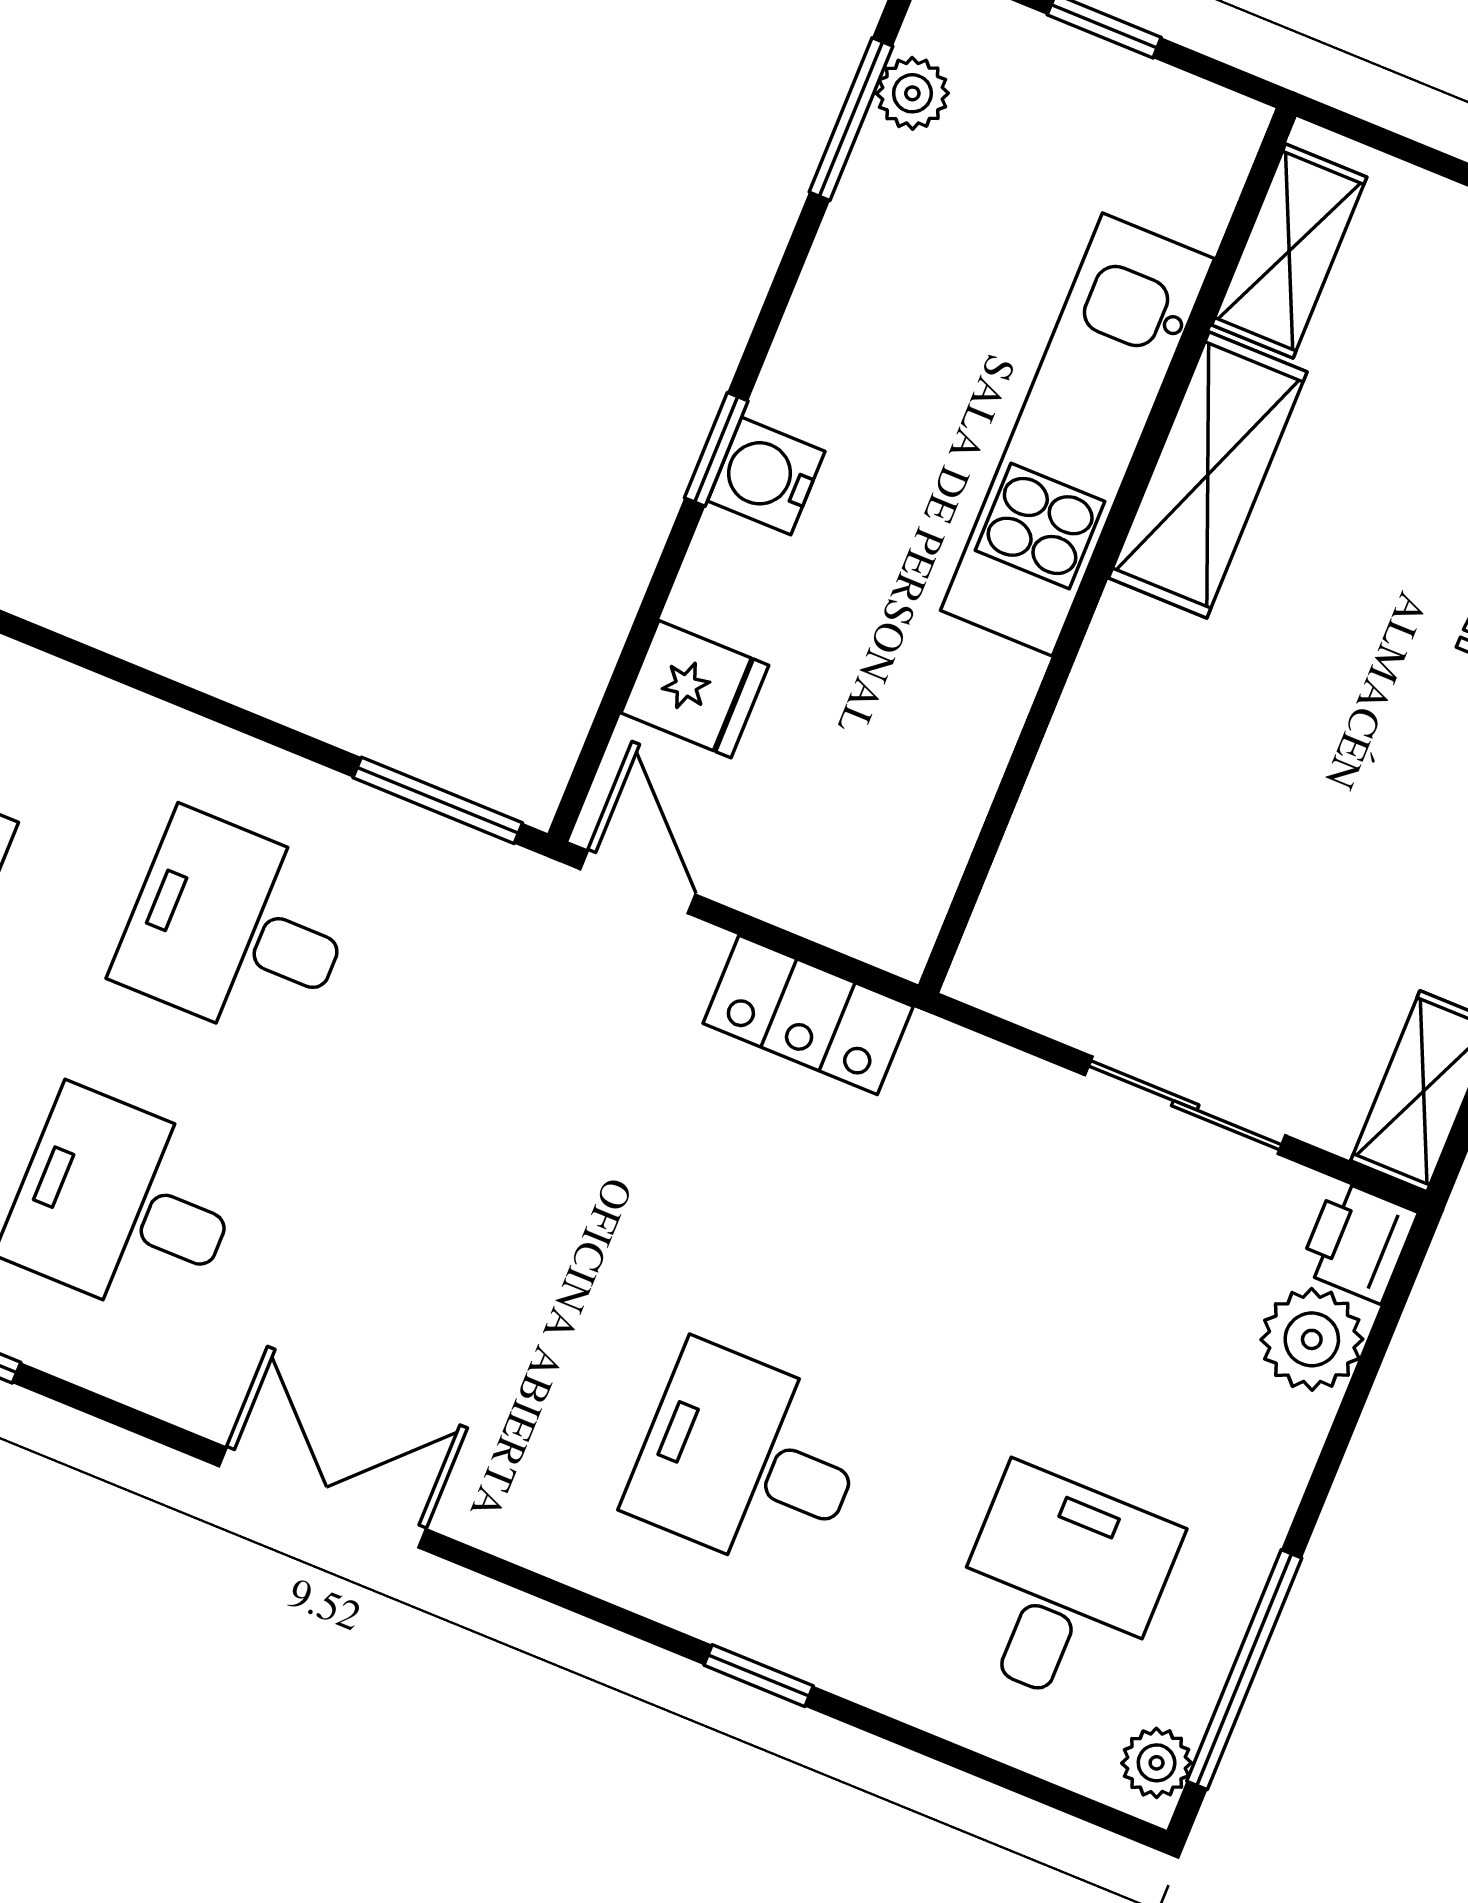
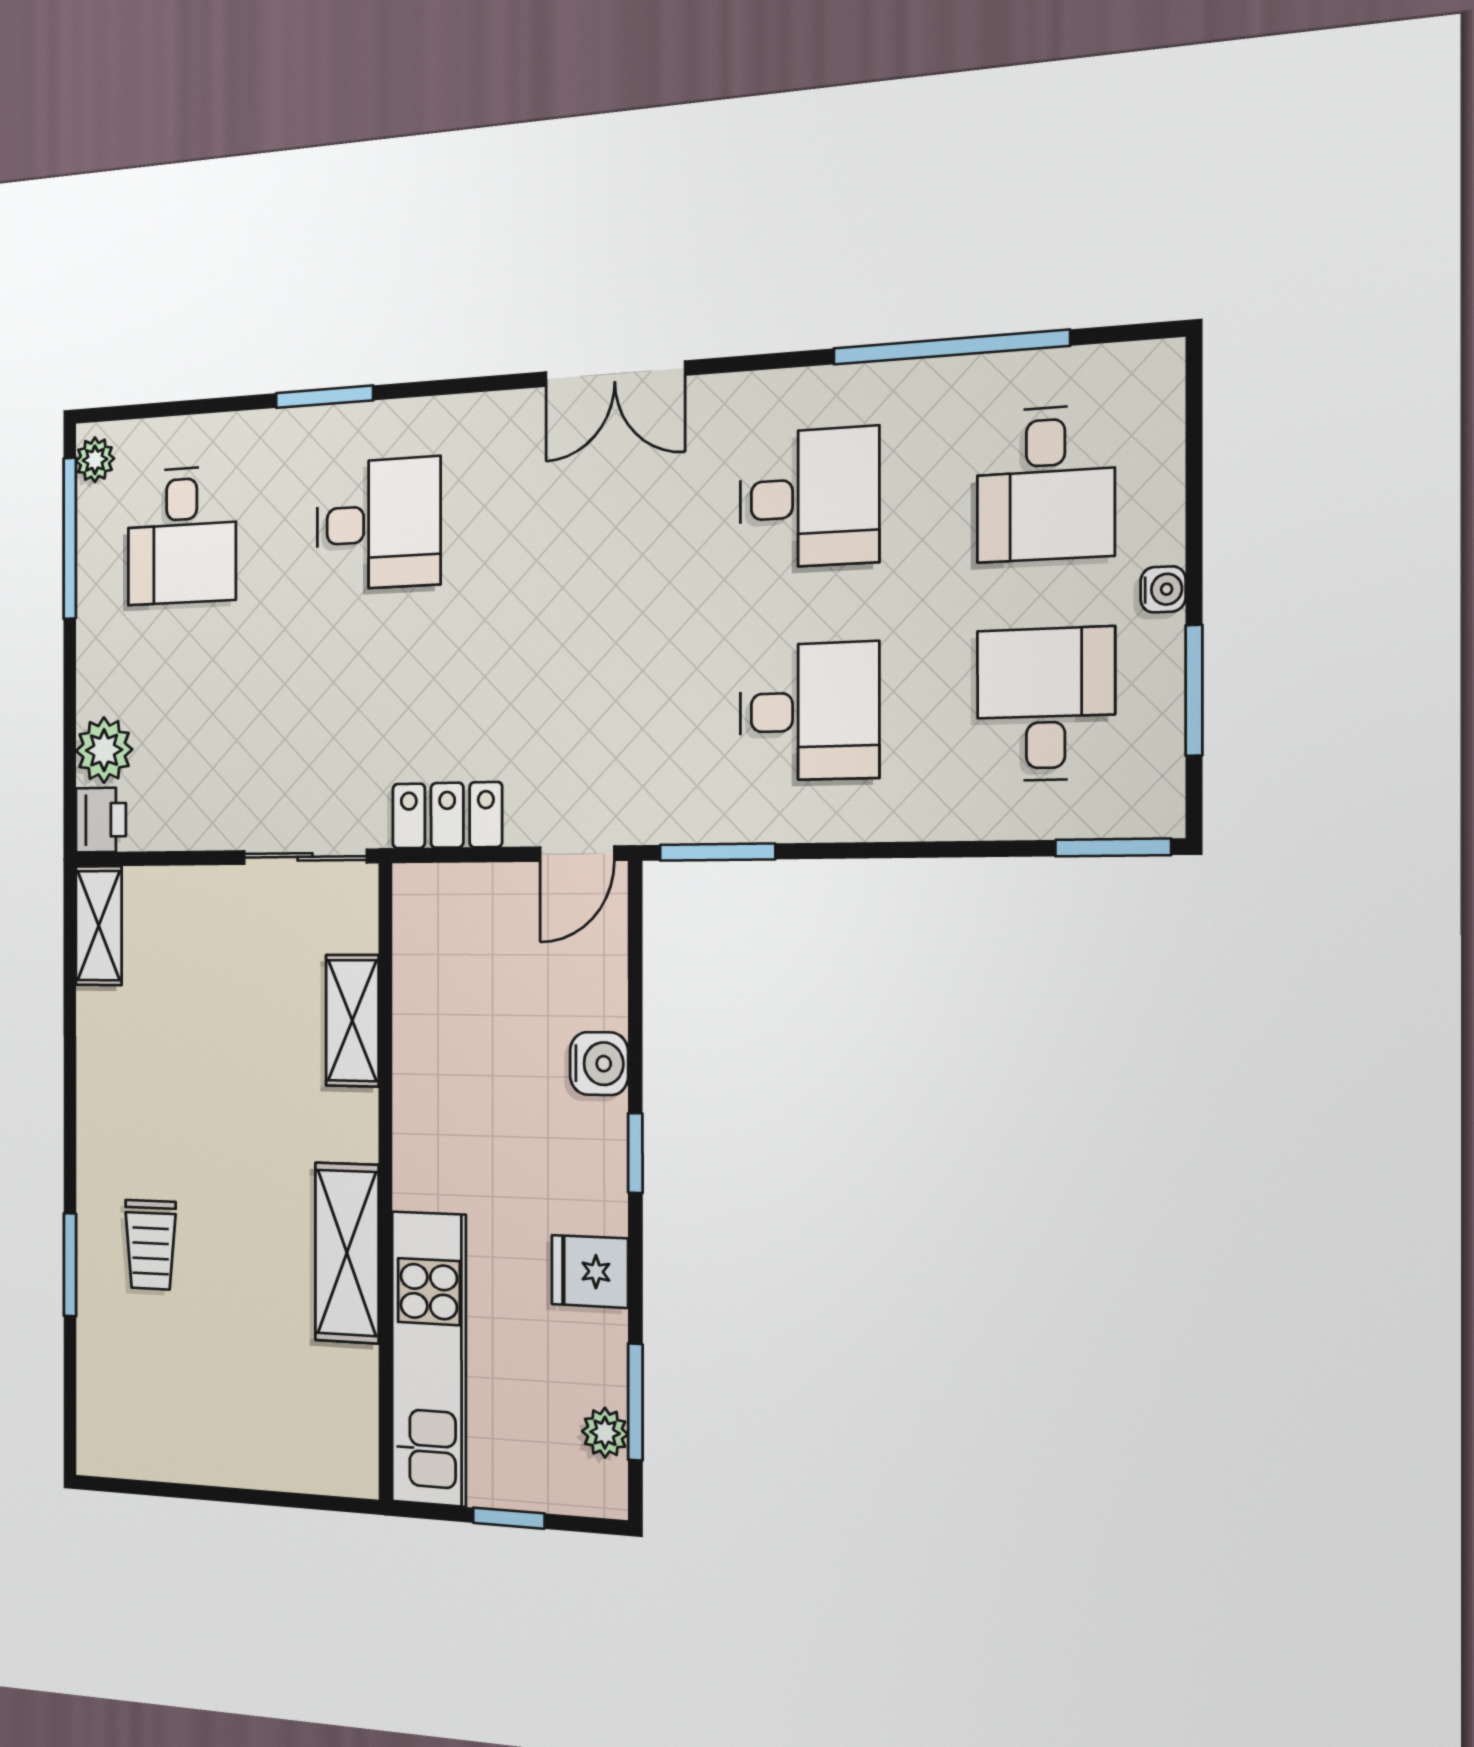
shelving: (1289, 251) -> (352, 1021), moved
kitchen unit: (1077, 435) -> (429, 1359), moved
water cooler: (766, 476) -> (599, 1064), moved
fridge: (695, 689) -> (590, 1271), moved
door: (638, 882) -> (577, 854), hinge flipped
sliding door: (1185, 1105) -> (305, 857), moved
window: (759, 1676) -> (324, 397), width x1.50

